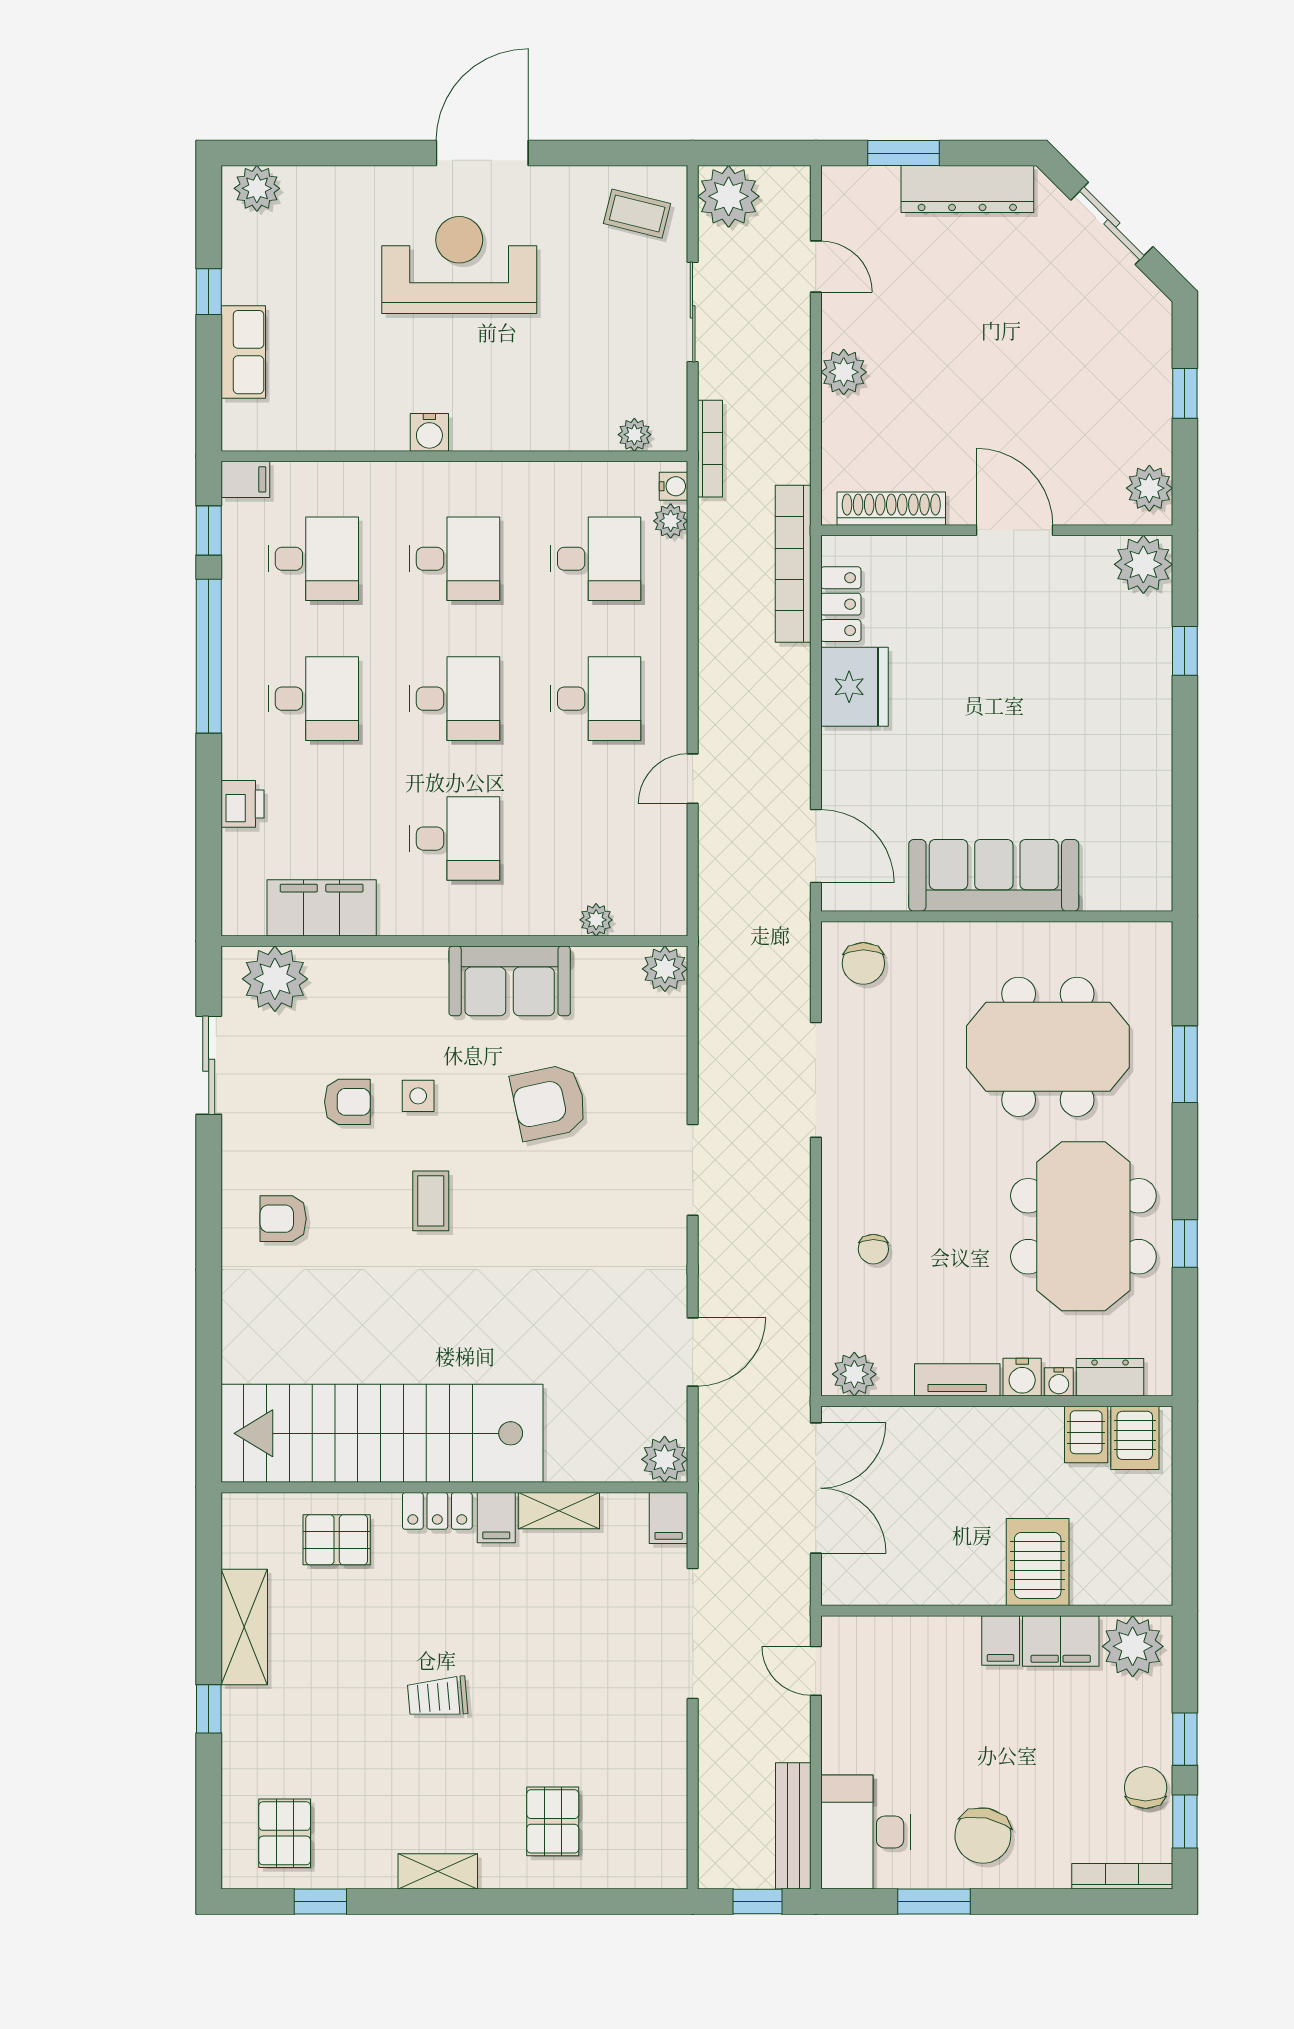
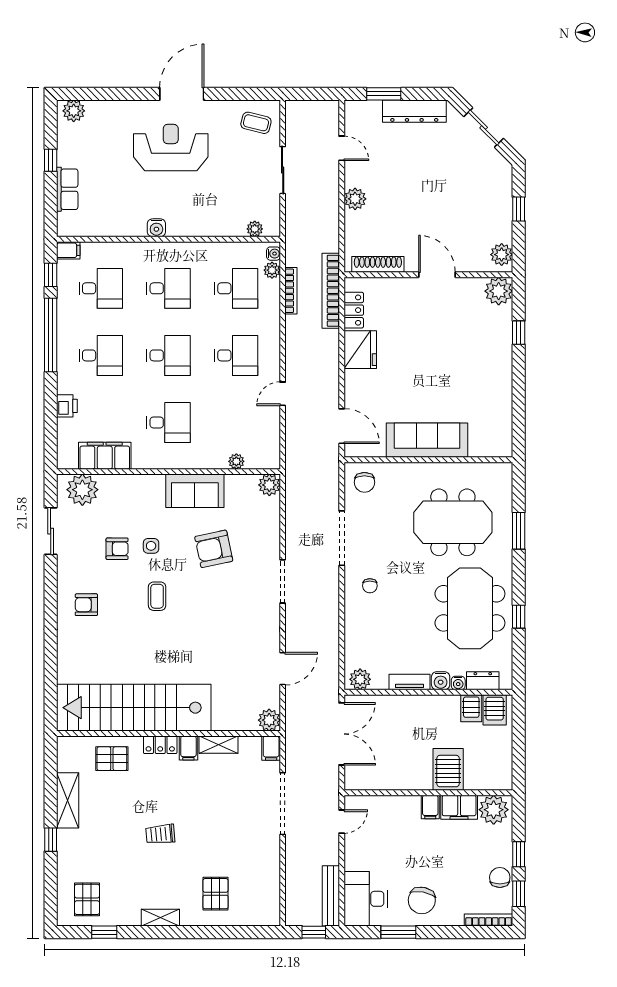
plant: (729, 196) -> (300, 115), removed
bookcase: (710, 449) -> (291, 291), moved
chair: (873, 1249) -> (370, 586), moved
door: (816, 1671) -> (342, 822), swing flipped

